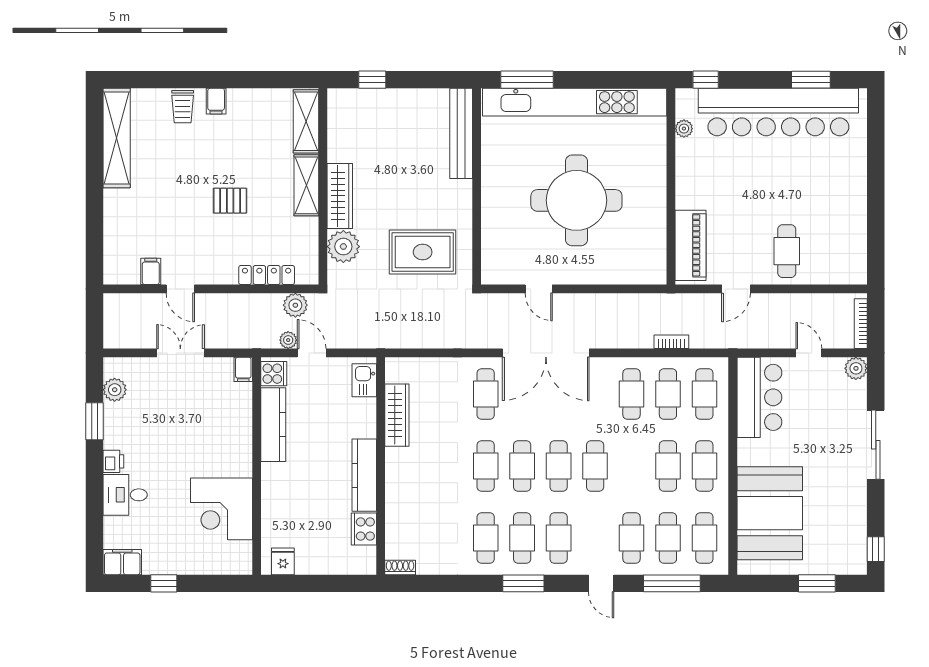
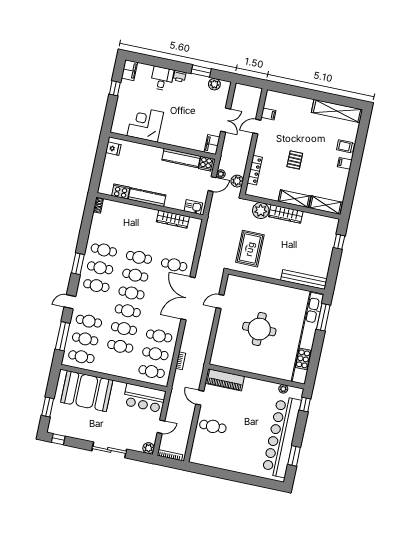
round table: (576, 200) -> (259, 329), width x0.73, depth x0.73
filing cabinet: (243, 369) -> (212, 145), width x2.00
cafe table: (704, 466) -> (124, 329), moved

